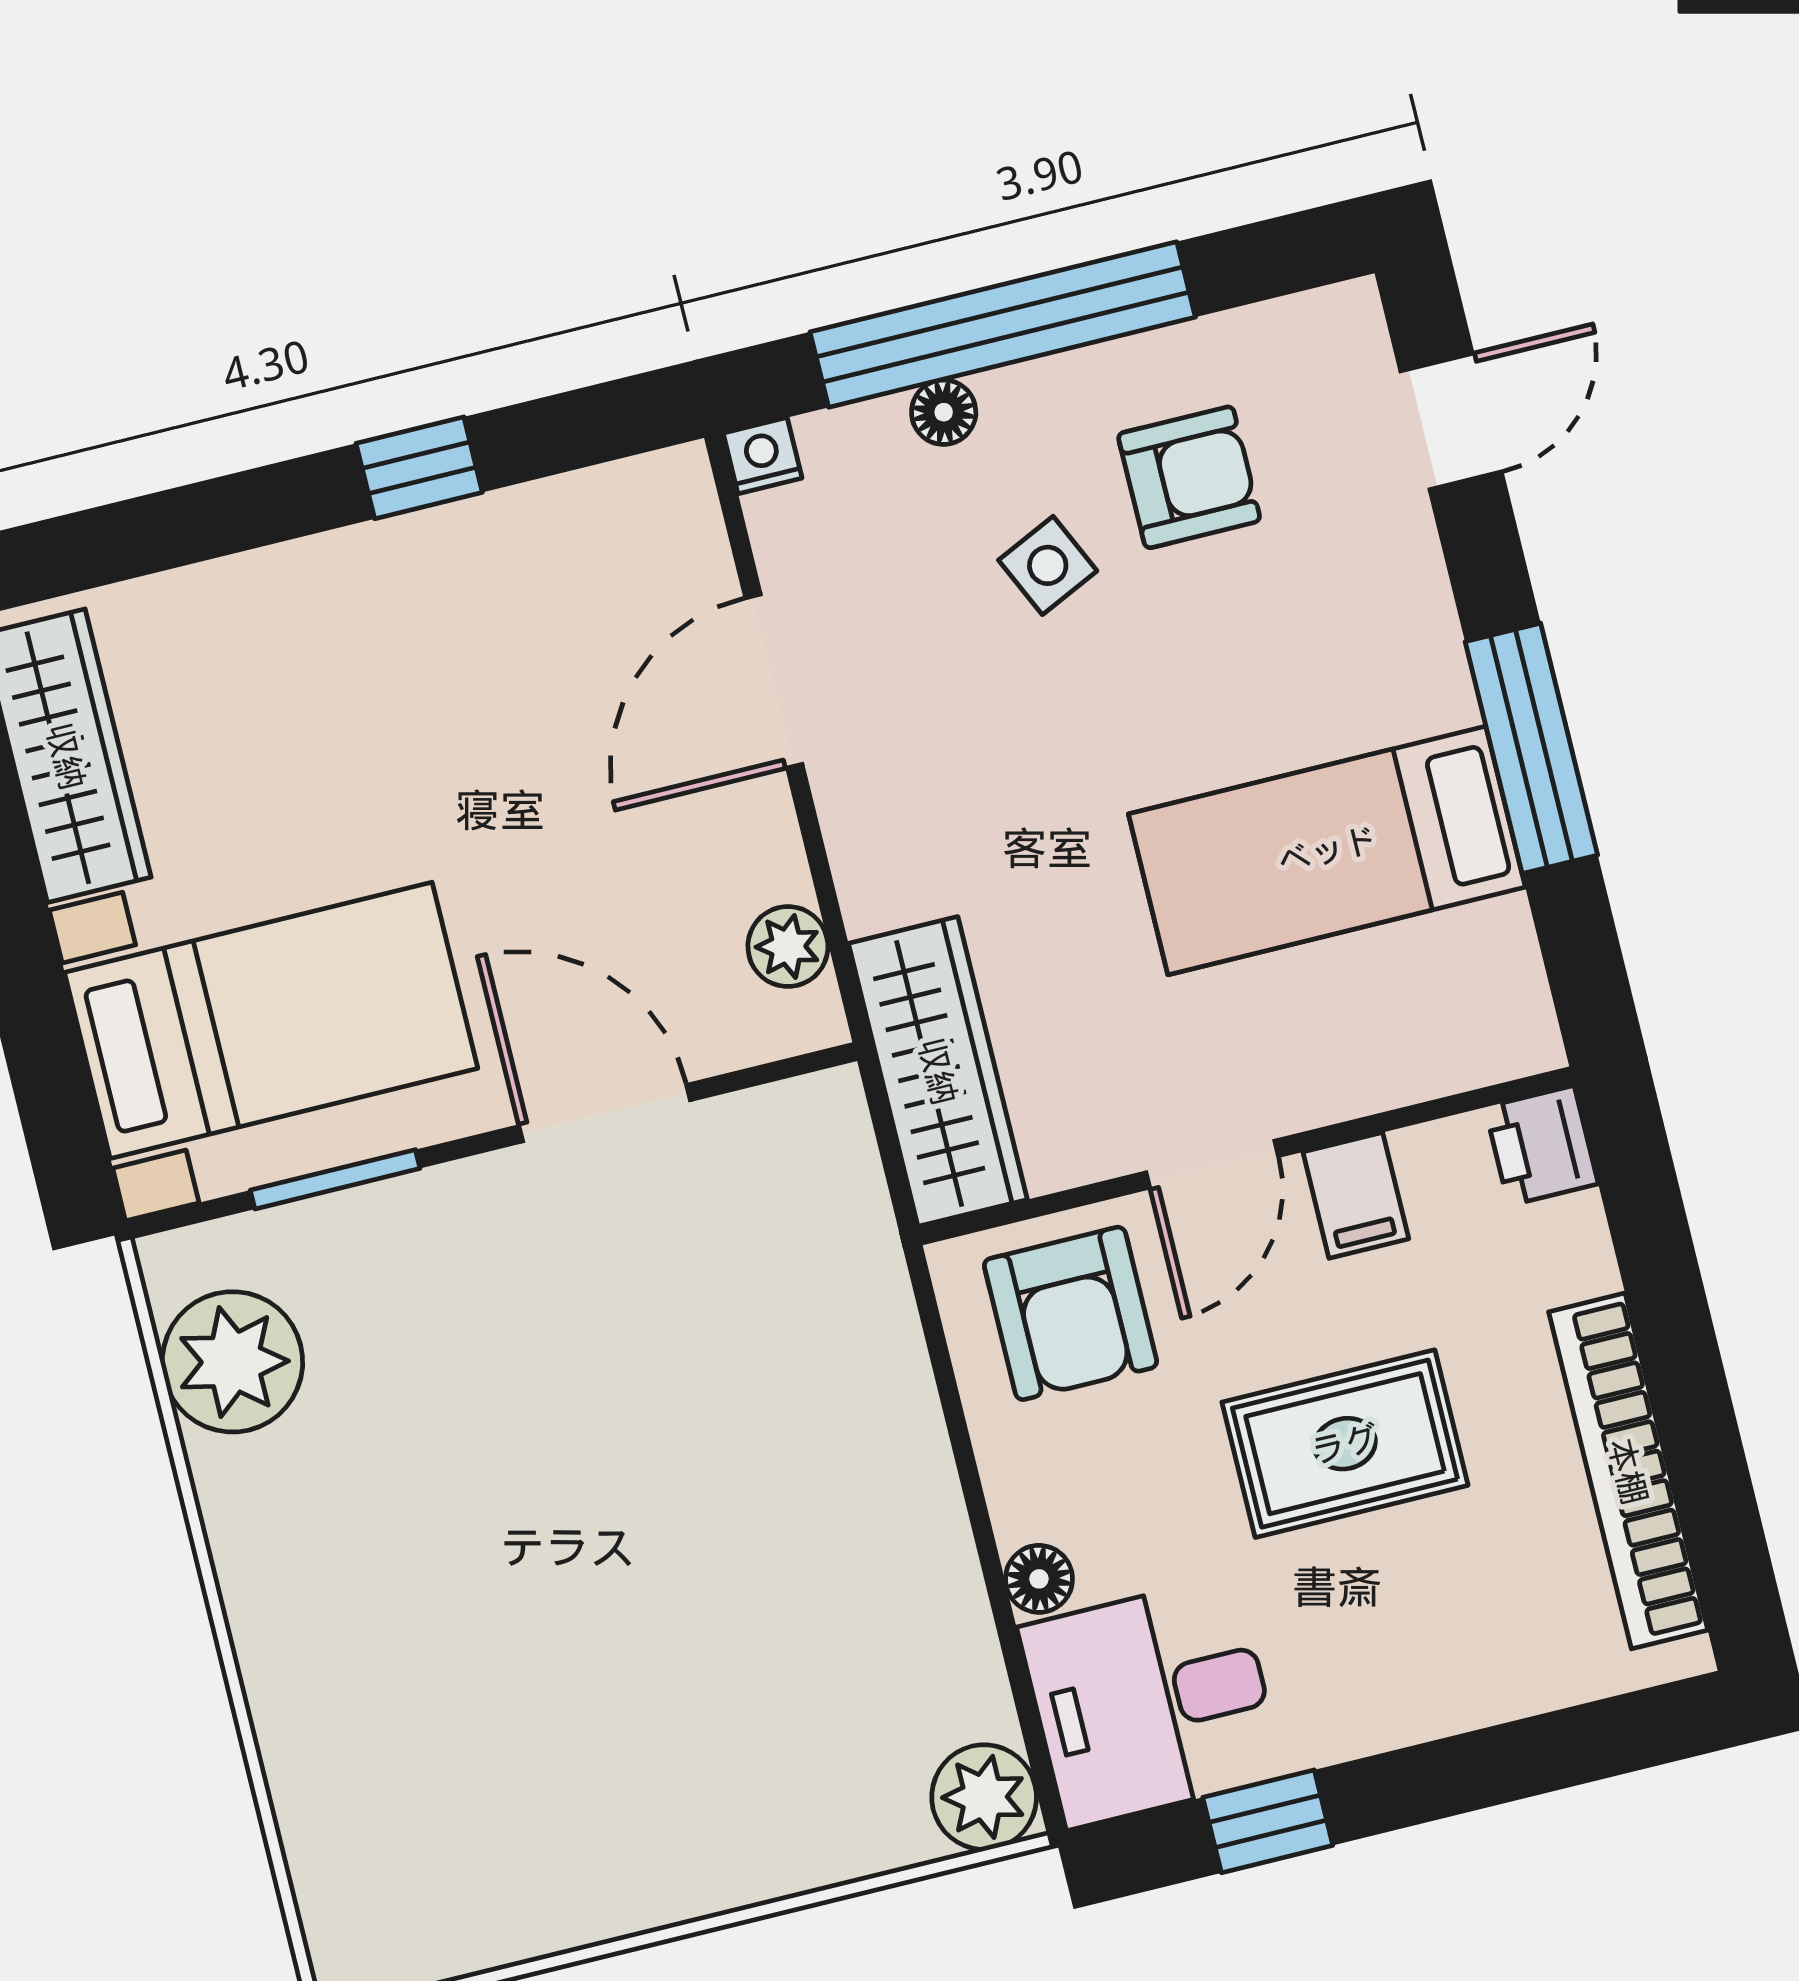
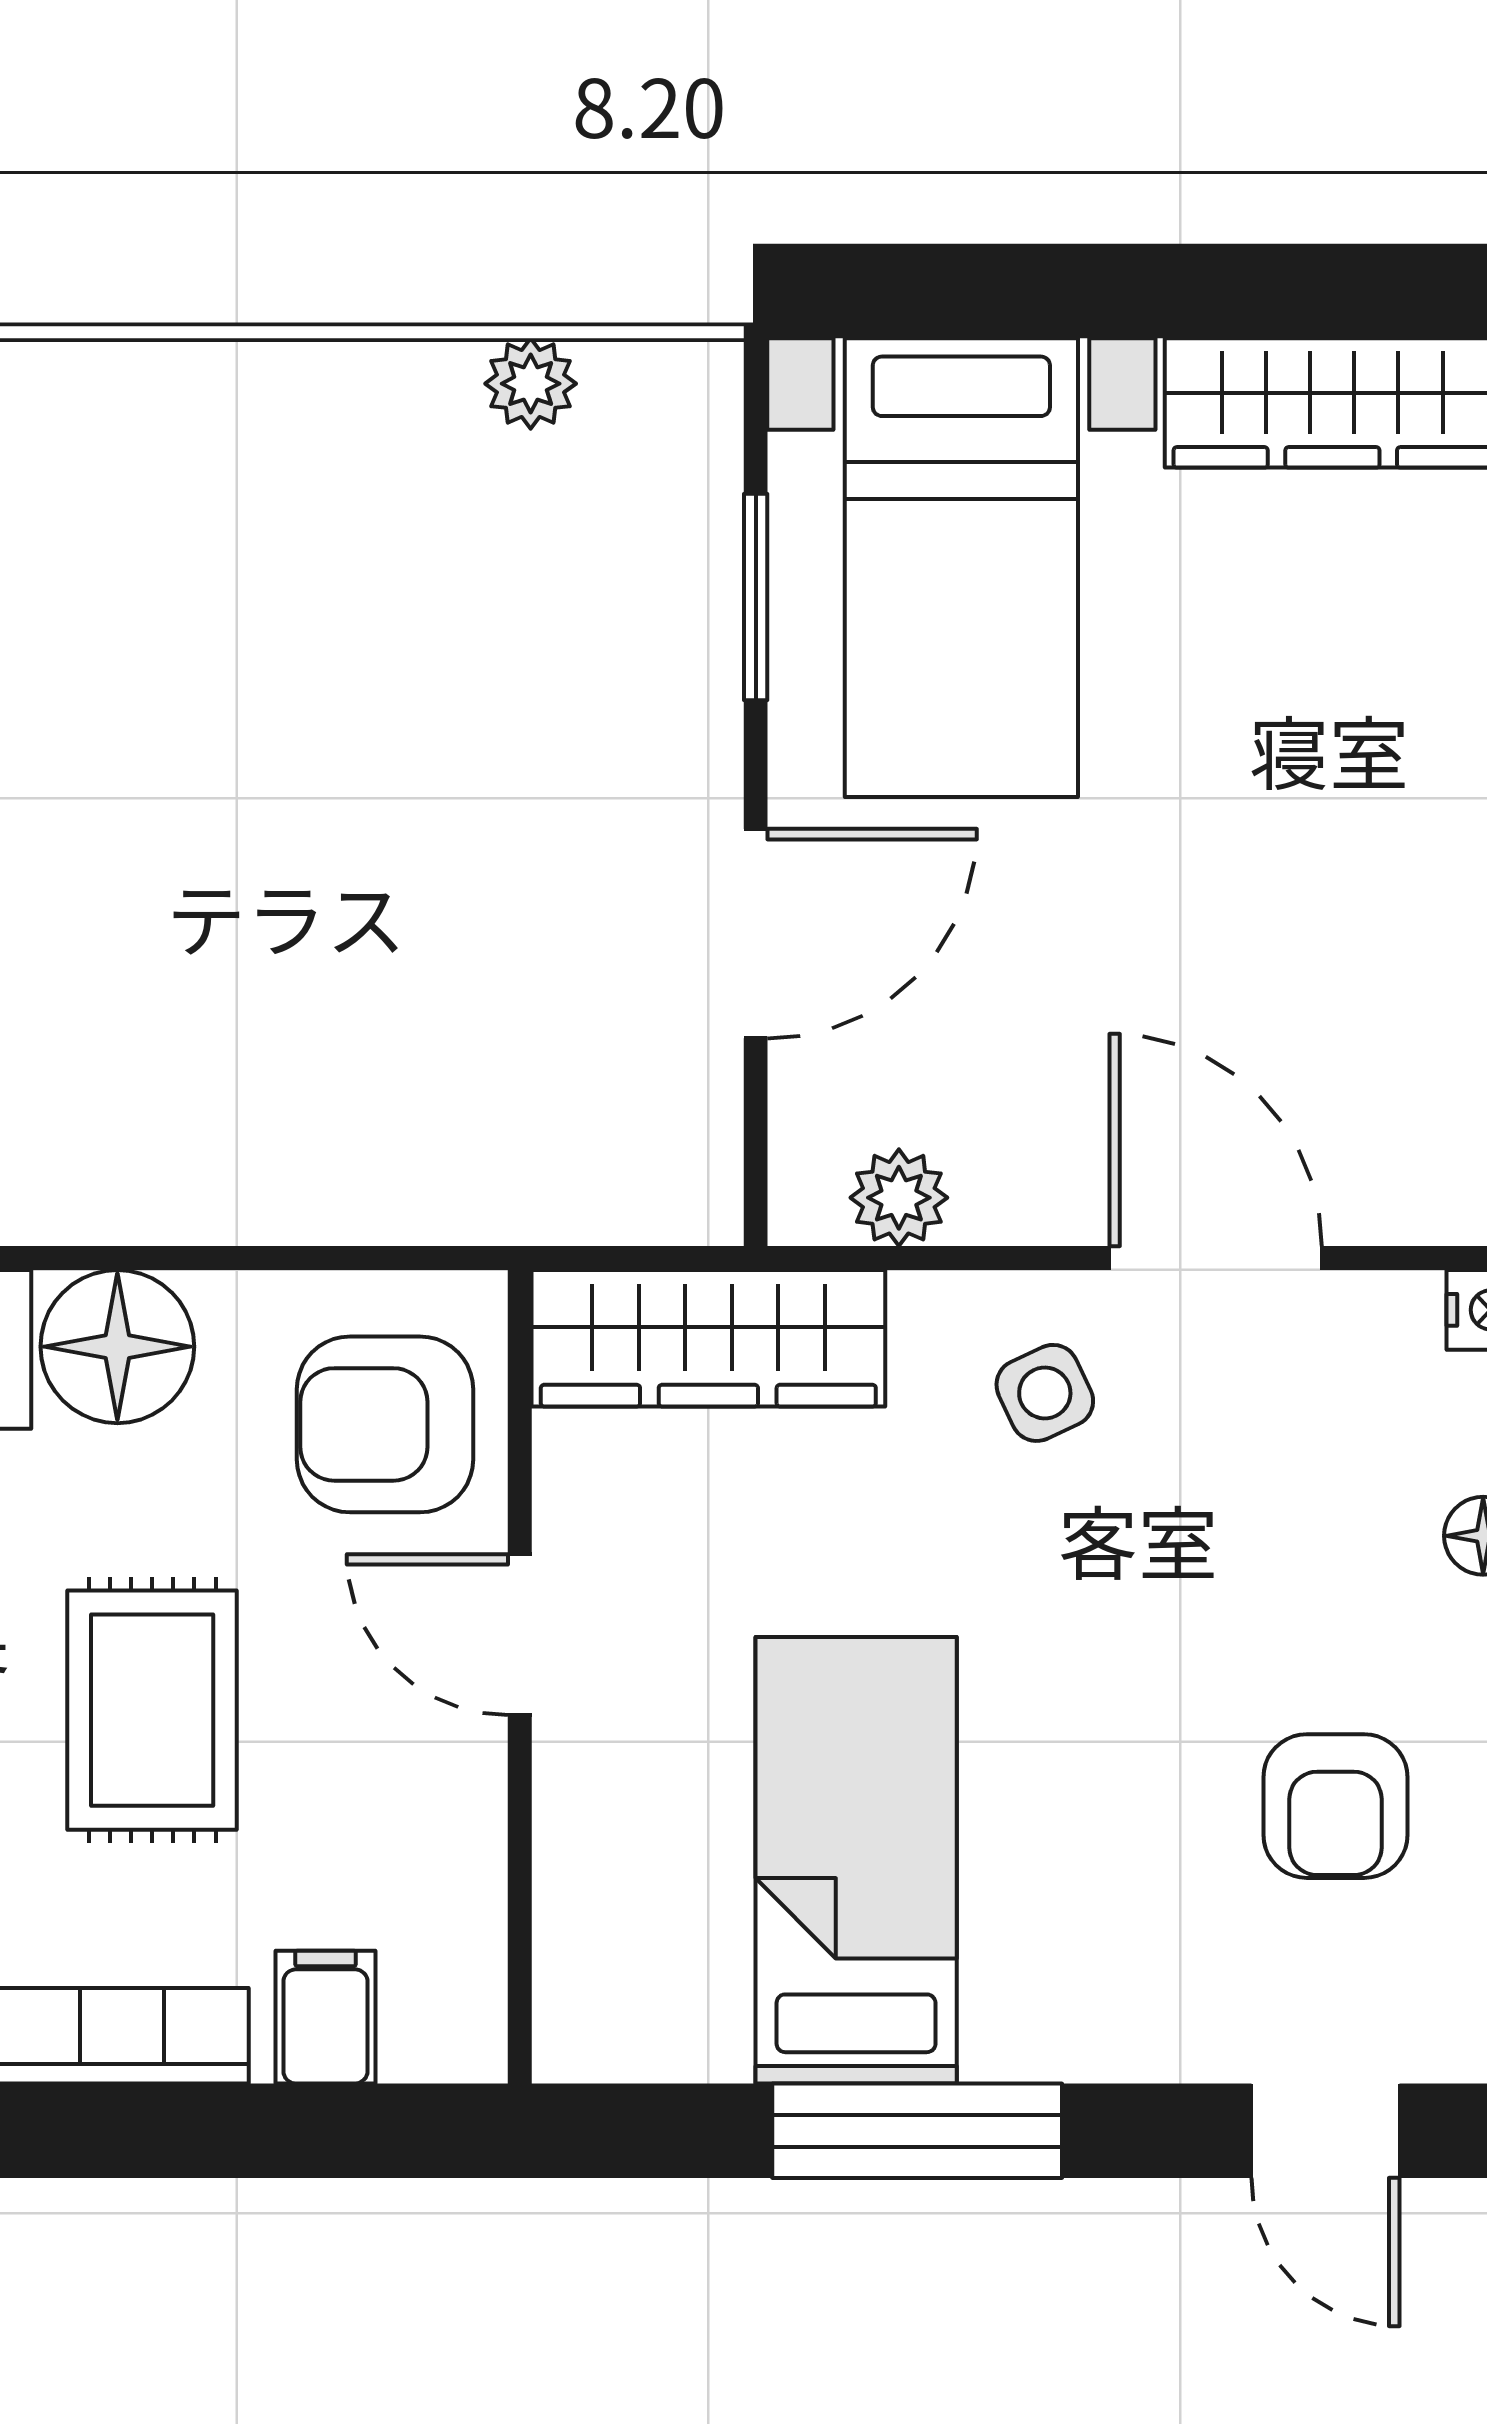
side table: (1048, 565) -> (1045, 1393), moved
printer: (1541, 1146) -> (446, 2028), removed
filing cabinet: (1356, 1195) -> (325, 2017), moved, turned 90
plant: (232, 1362) -> (531, 384), width x0.53, depth x0.53
floor lamp: (1039, 1579) -> (117, 1347), width x1.89, depth x1.89

